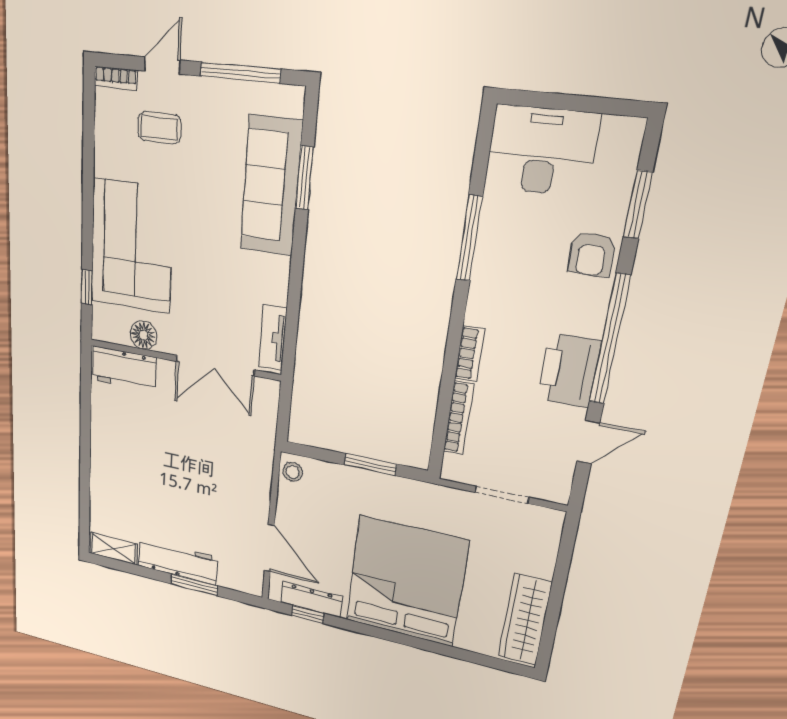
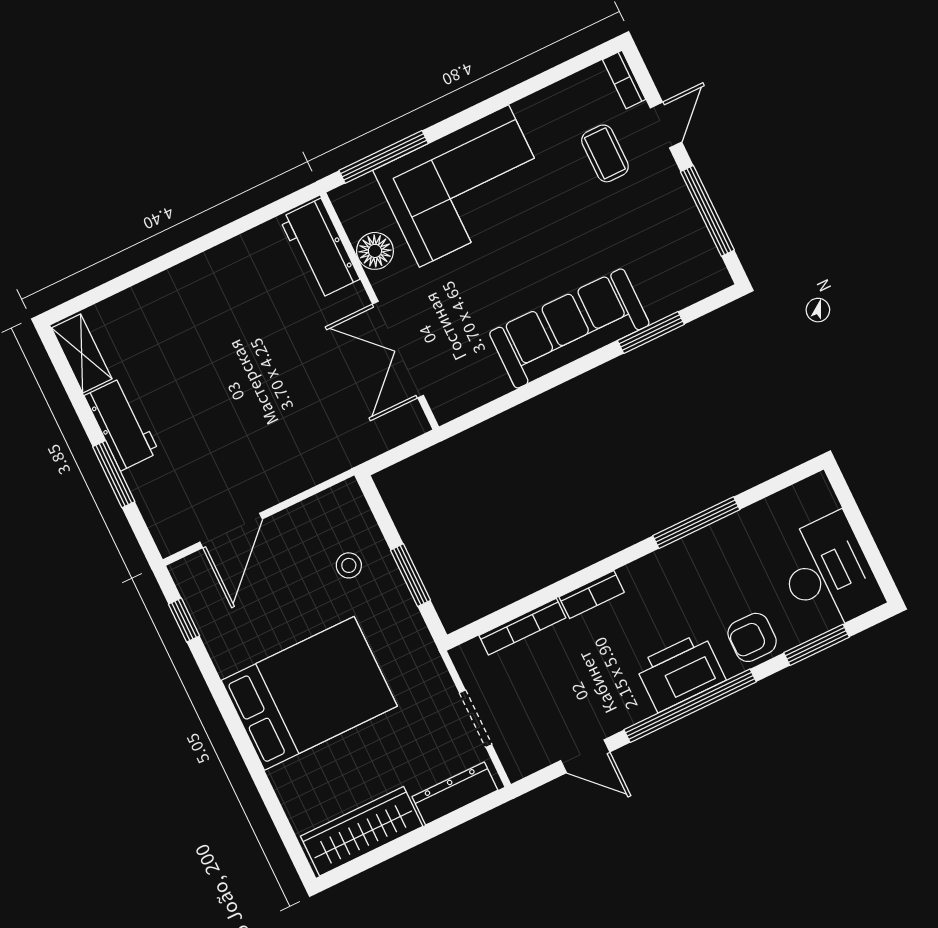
door: (162, 65) -> (666, 125), hinge flipped
desk: (541, 151) -> (828, 573), moved
sofa: (271, 186) -> (569, 328), moved
window: (87, 287) -> (384, 157), width x2.17
tv unit: (273, 338) -> (472, 394), removed
printer: (569, 370) -> (680, 672), moved
stool: (293, 472) -> (349, 565), moved
workbench: (178, 561) -> (122, 424), width x0.73
bed: (406, 581) -> (309, 693), width x0.73
dresser: (311, 599) -> (455, 793), moved, turned -90

